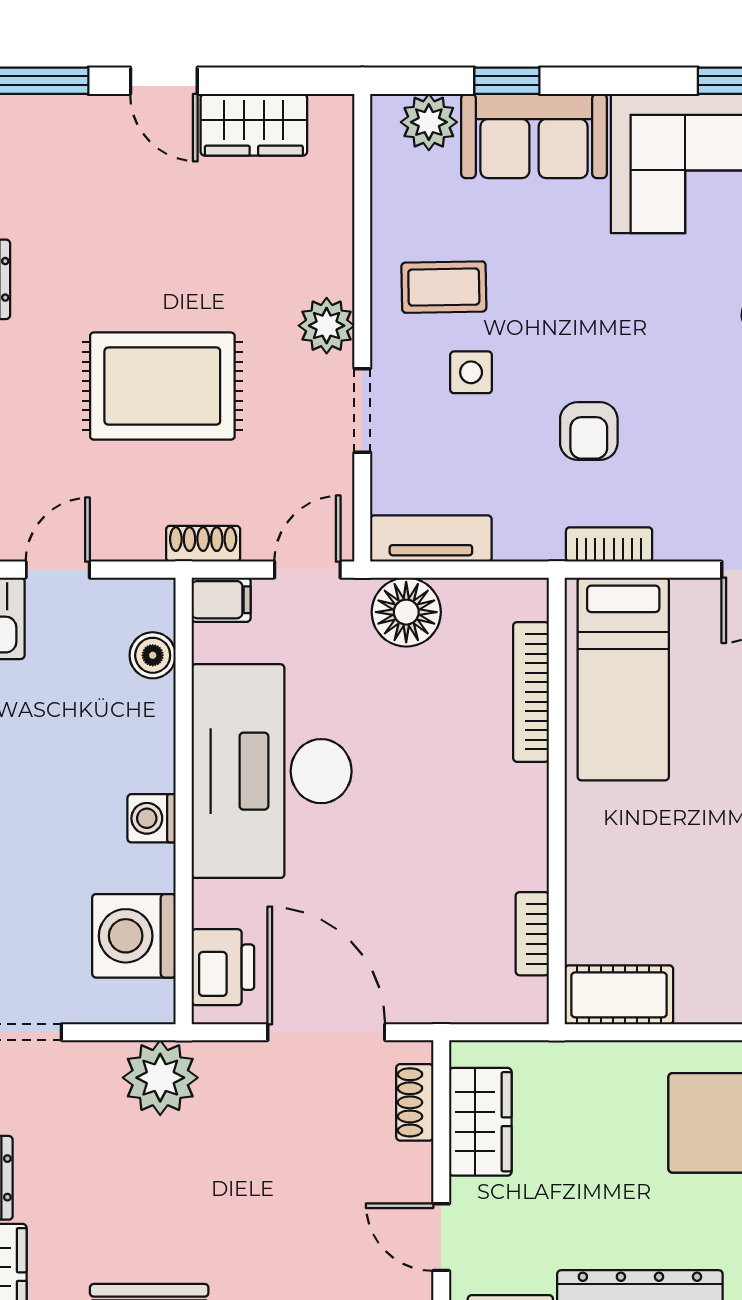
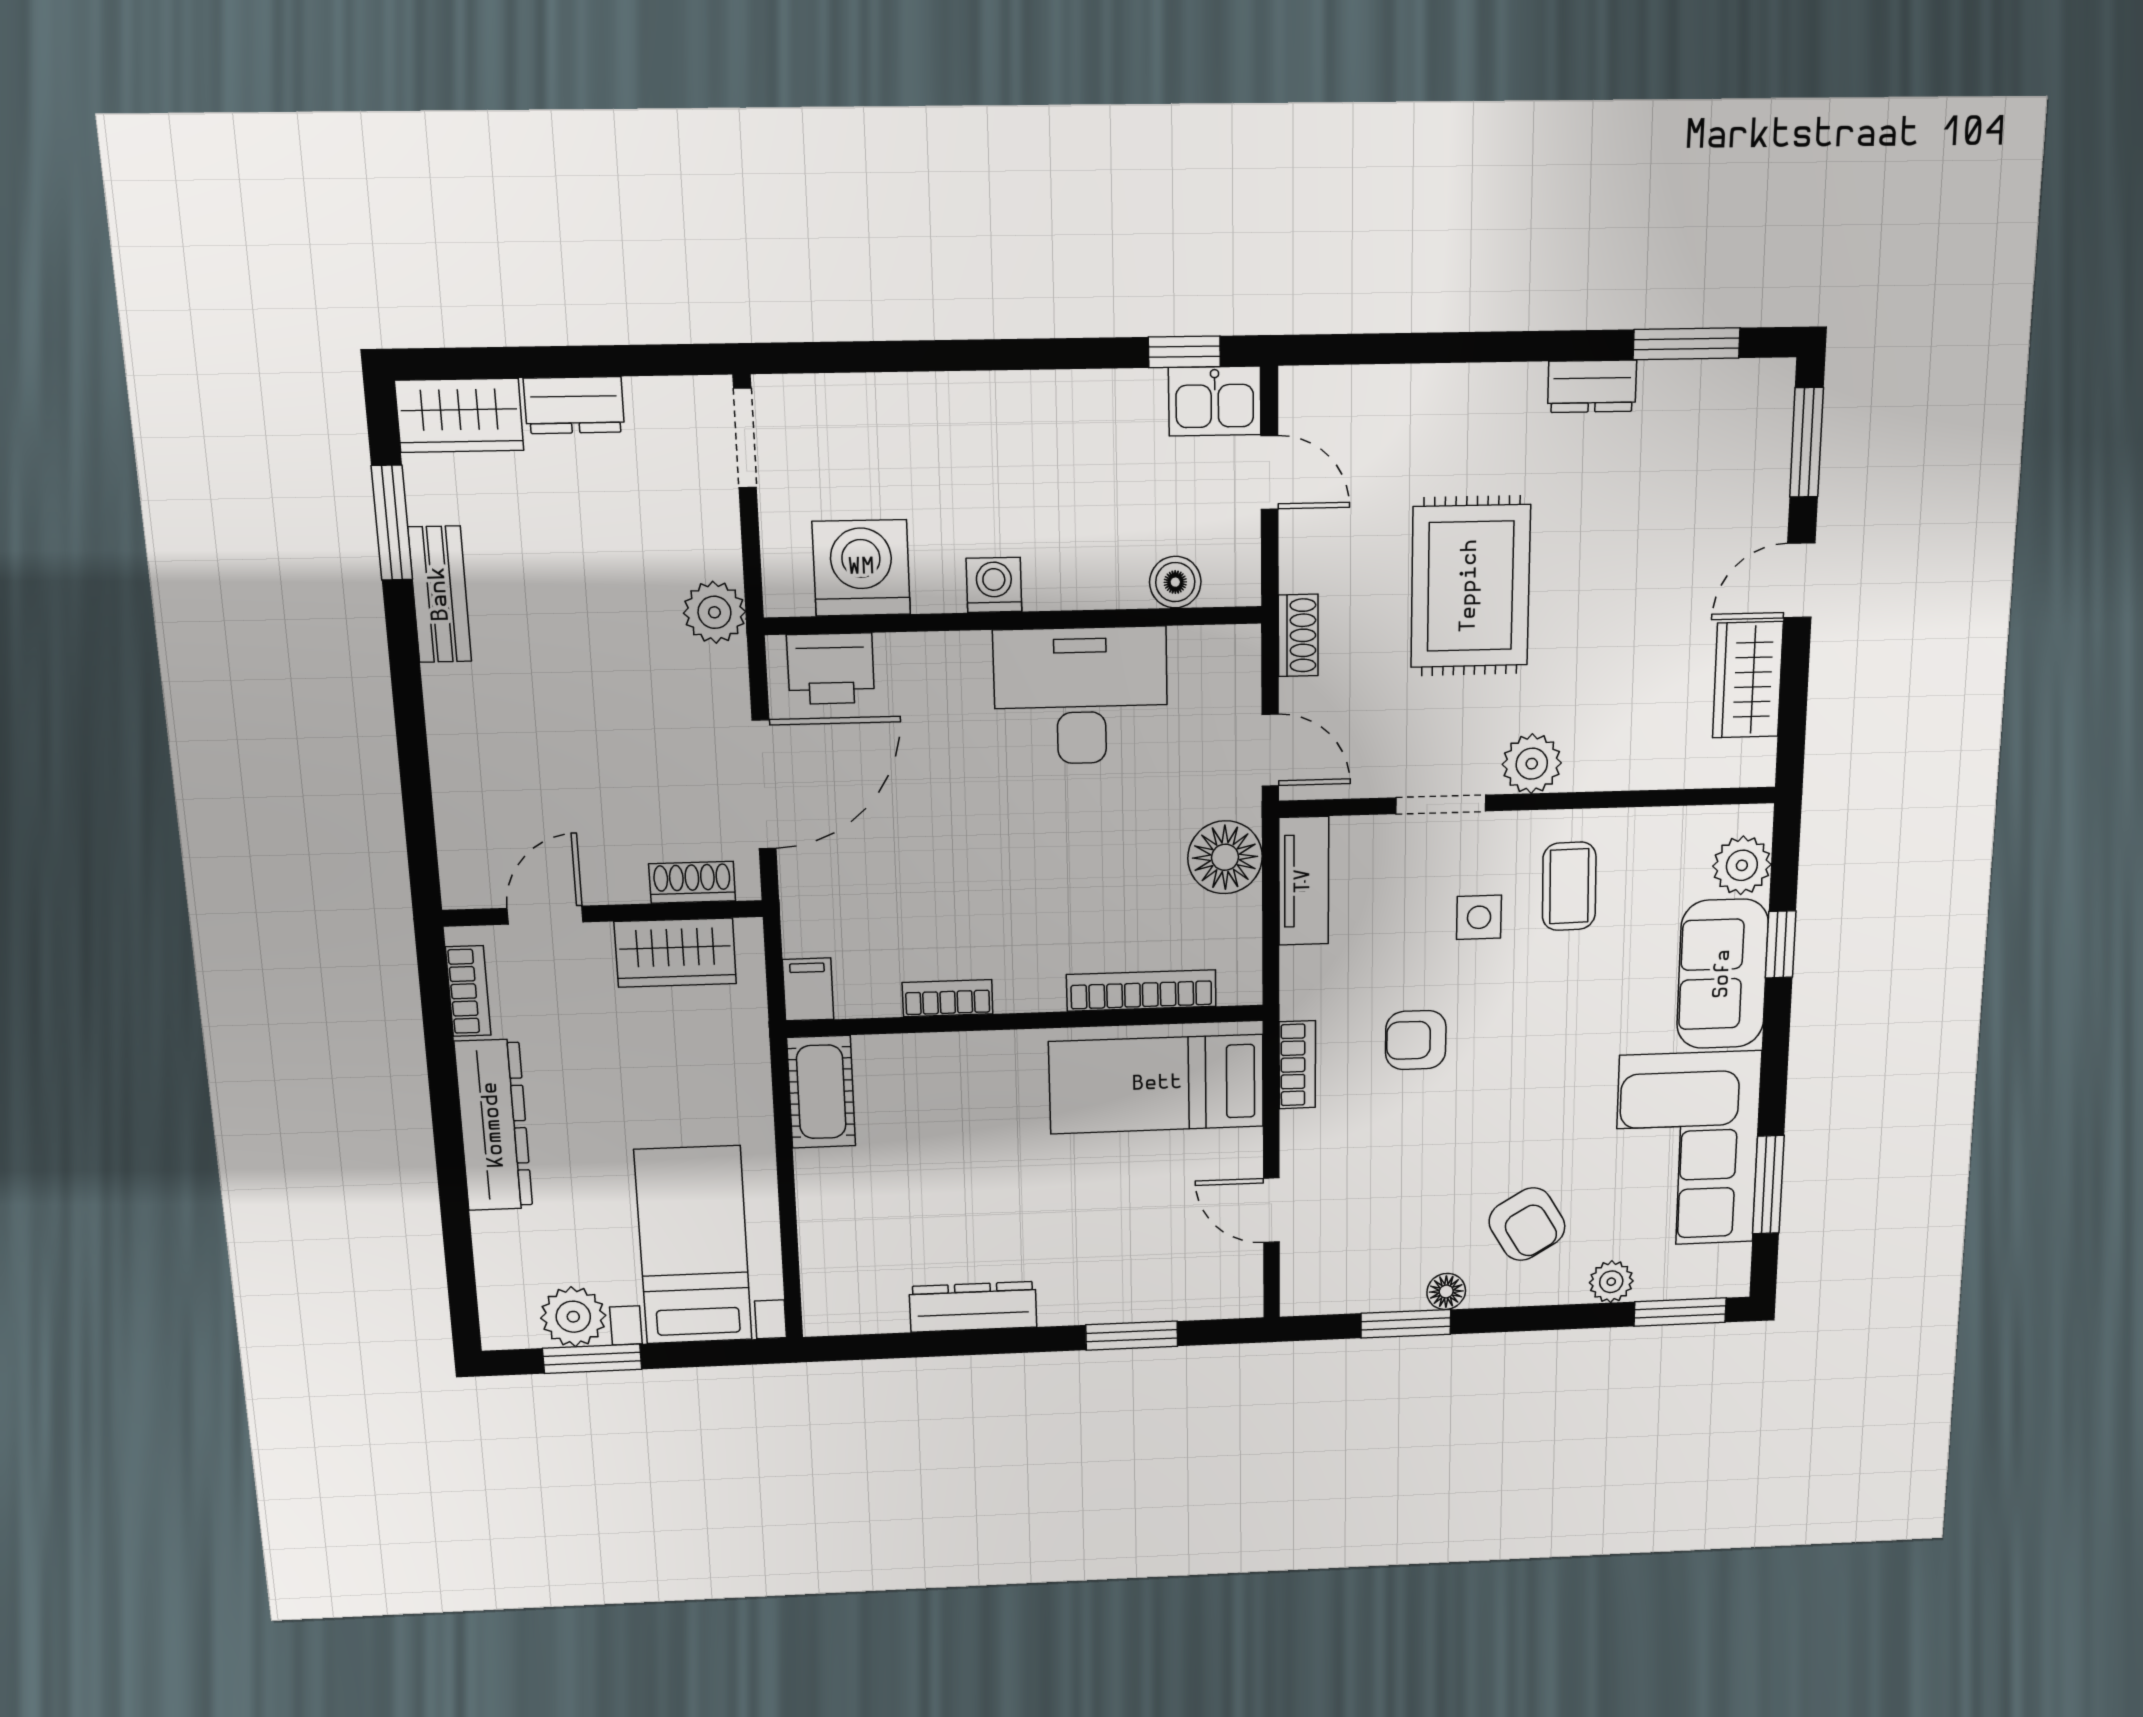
filing cabinet: (221, 600) -> (808, 989), moved, turned 180
desk: (272, 771) -> (1081, 696), width x0.73, depth x0.77
bookcase: (532, 934) -> (948, 998), moved
plant: (160, 1078) -> (714, 612), width x0.73, depth x0.73

